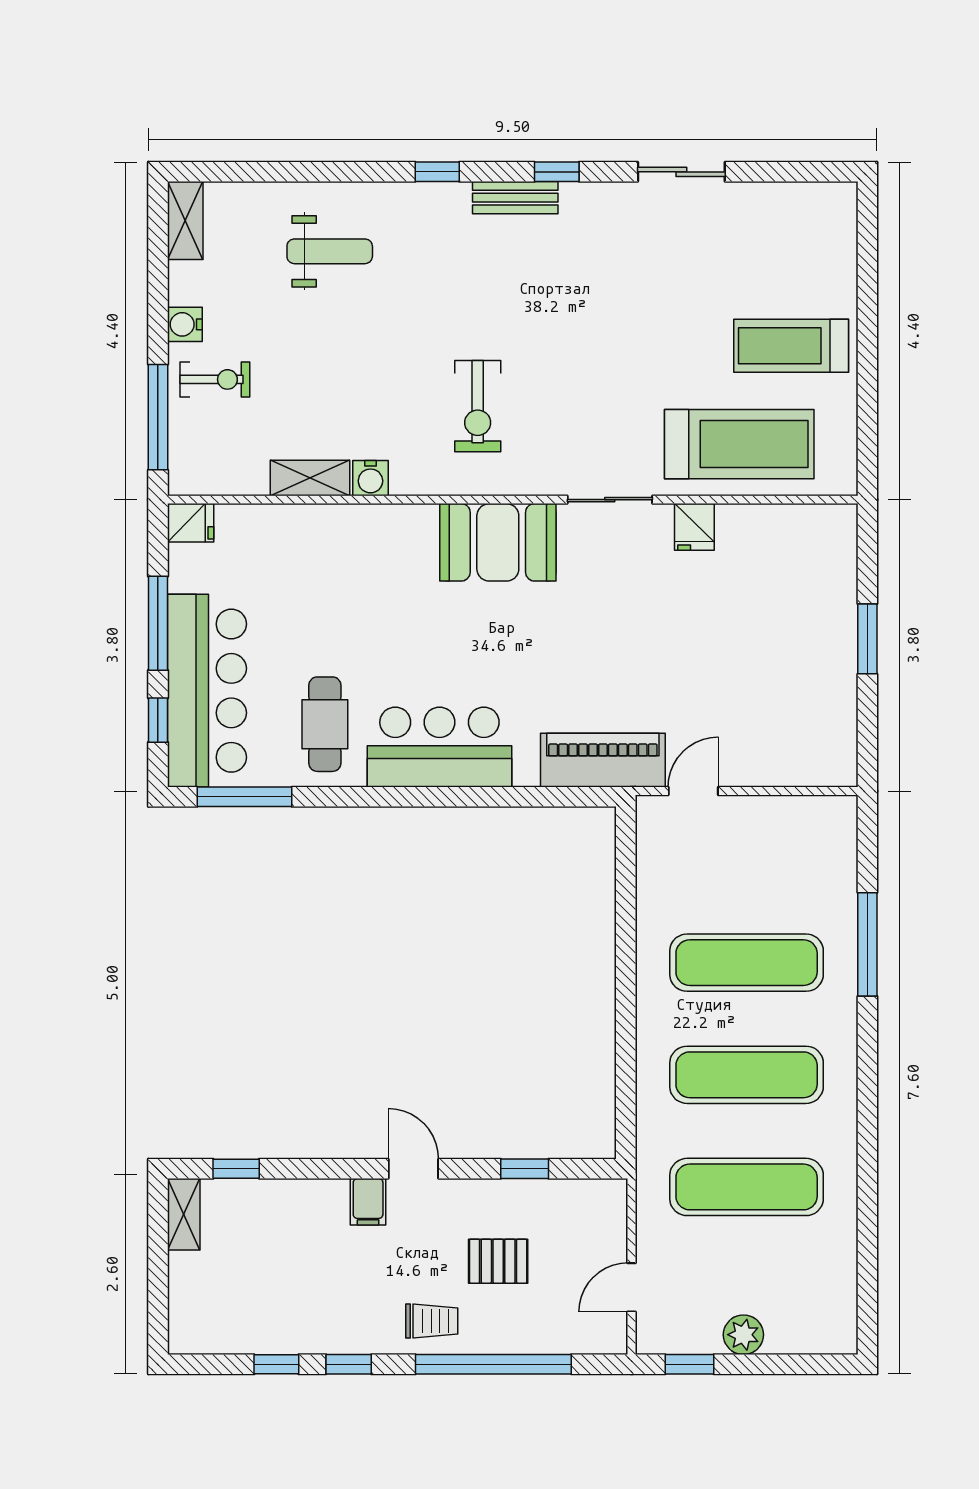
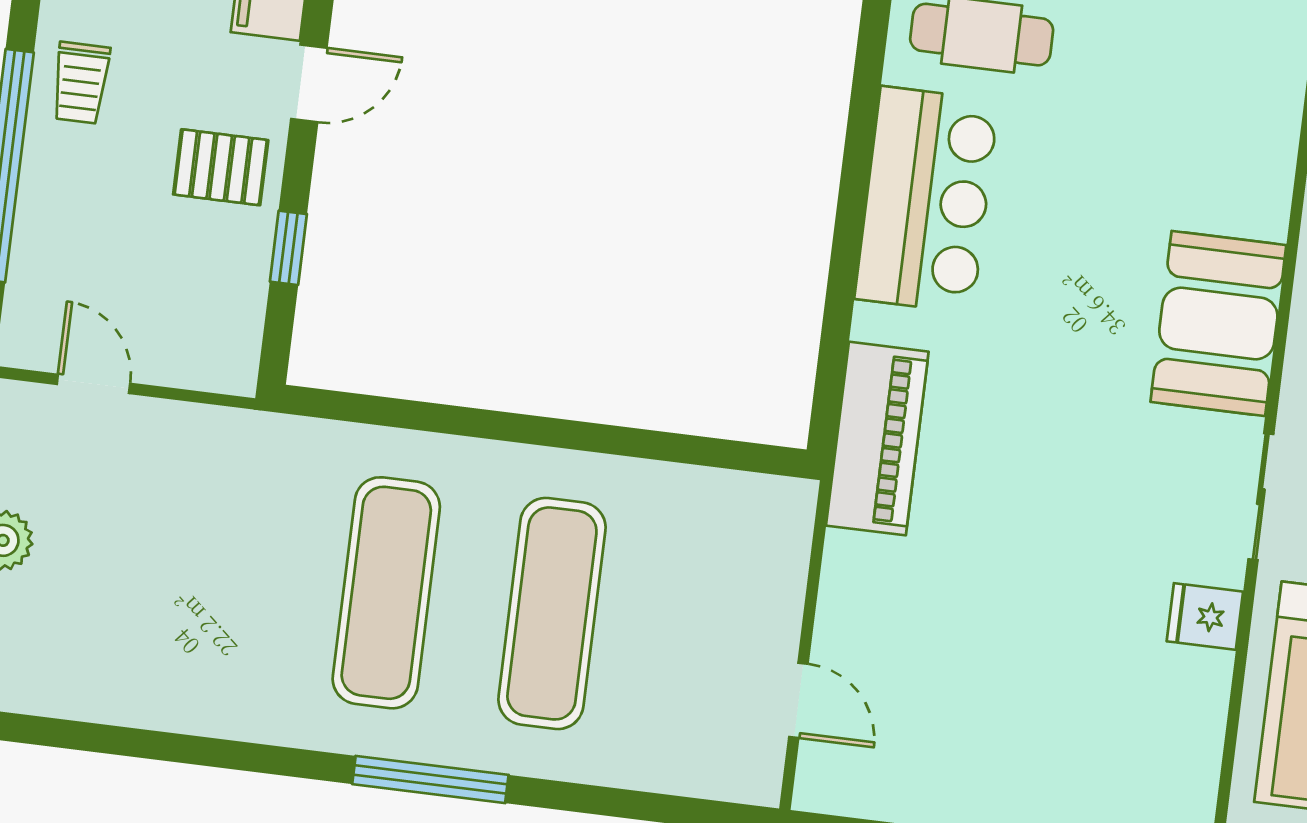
door: (693, 791) -> (798, 700), moved
window: (867, 944) -> (430, 779), moved
exercise mat: (747, 1187) -> (221, 572), removed
pallet: (498, 1261) -> (221, 167), moved, turned 90

